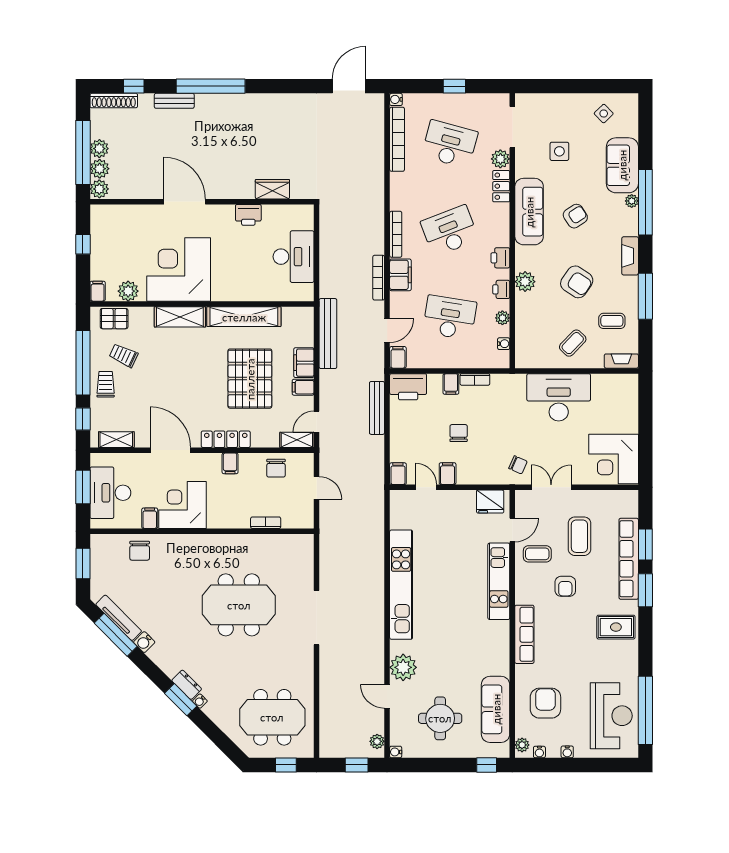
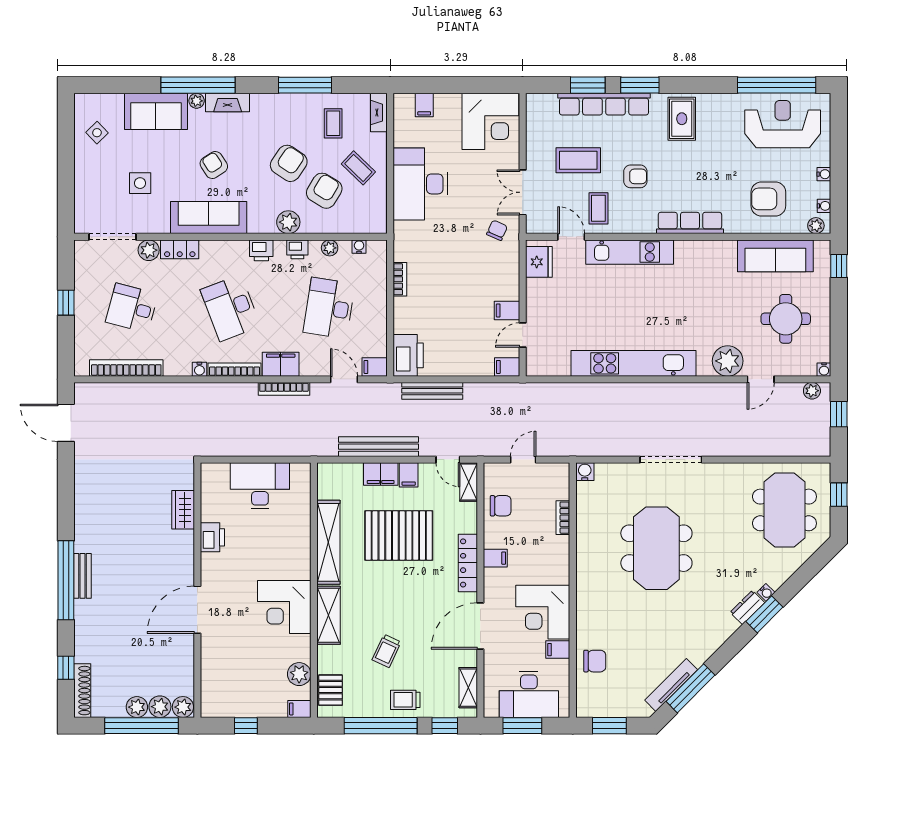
water cooler: (396, 99) -> (199, 369), moved
bench: (174, 101) -> (83, 576), moved
desk: (450, 144) -> (132, 308), width x0.73
fireplace: (630, 256) -> (228, 103), moved
corner desk: (179, 270) -> (284, 607), width x0.74, depth x0.74
armchair: (553, 313) -> (324, 191), added
bench: (328, 334) -> (378, 447), moved
trolley: (124, 355) -> (387, 651), moved
filing cabinet: (451, 384) -> (424, 105), moved, turned 90
chair: (459, 433) -> (461, 298), removed
water cooler: (144, 642) -> (585, 472), moved, turned -135

